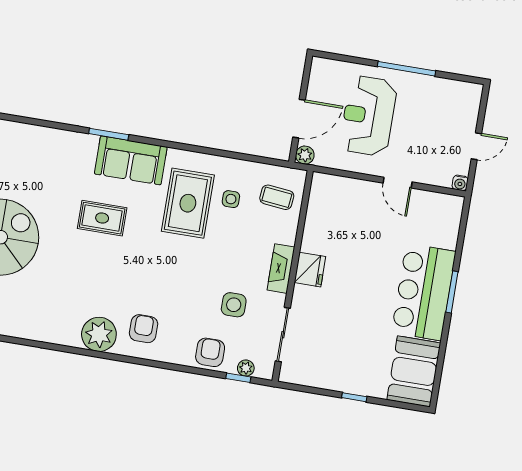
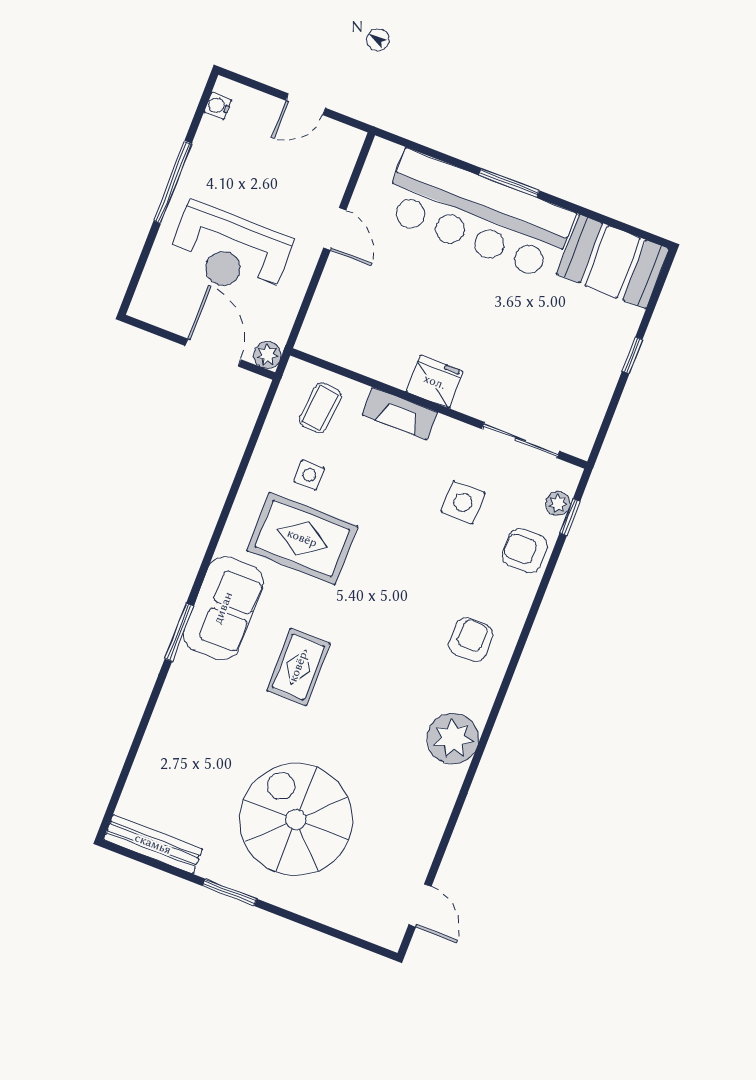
door: (476, 146) -> (306, 104), swing flipped
door: (398, 183) -> (335, 229), hinge flipped
water cooler: (460, 183) -> (218, 106), moved, turned 180
fireplace: (281, 269) -> (400, 414), moved
bar counter: (424, 292) -> (478, 215), width x1.36
armchair: (144, 329) -> (471, 640), turned 90
plant: (99, 334) -> (453, 738), moved

